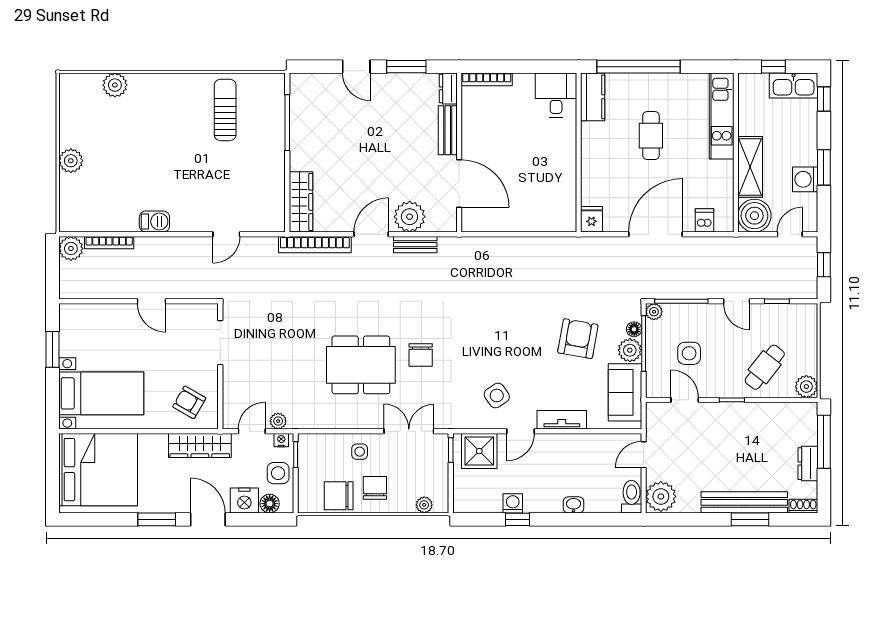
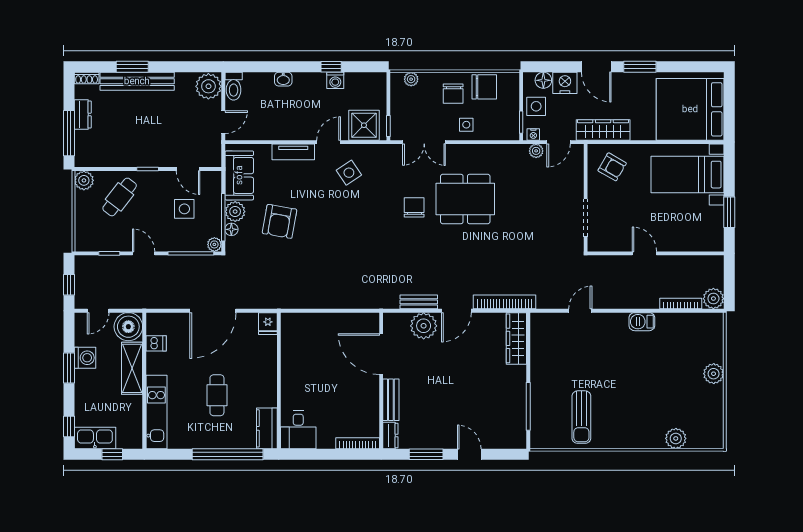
dishwasher: (704, 220) -> (156, 343), moved, turned -90

